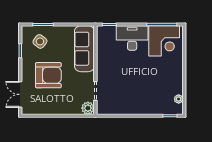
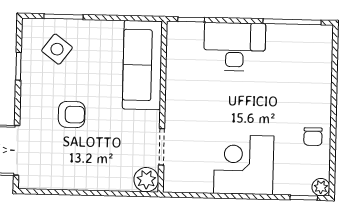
corner desk: (164, 41) -> (244, 165), moved, turned 180
armchair: (48, 75) -> (72, 114), width x0.53, depth x0.53
chair: (174, 84) -> (313, 137), added
plant: (179, 99) -> (321, 187), moved

